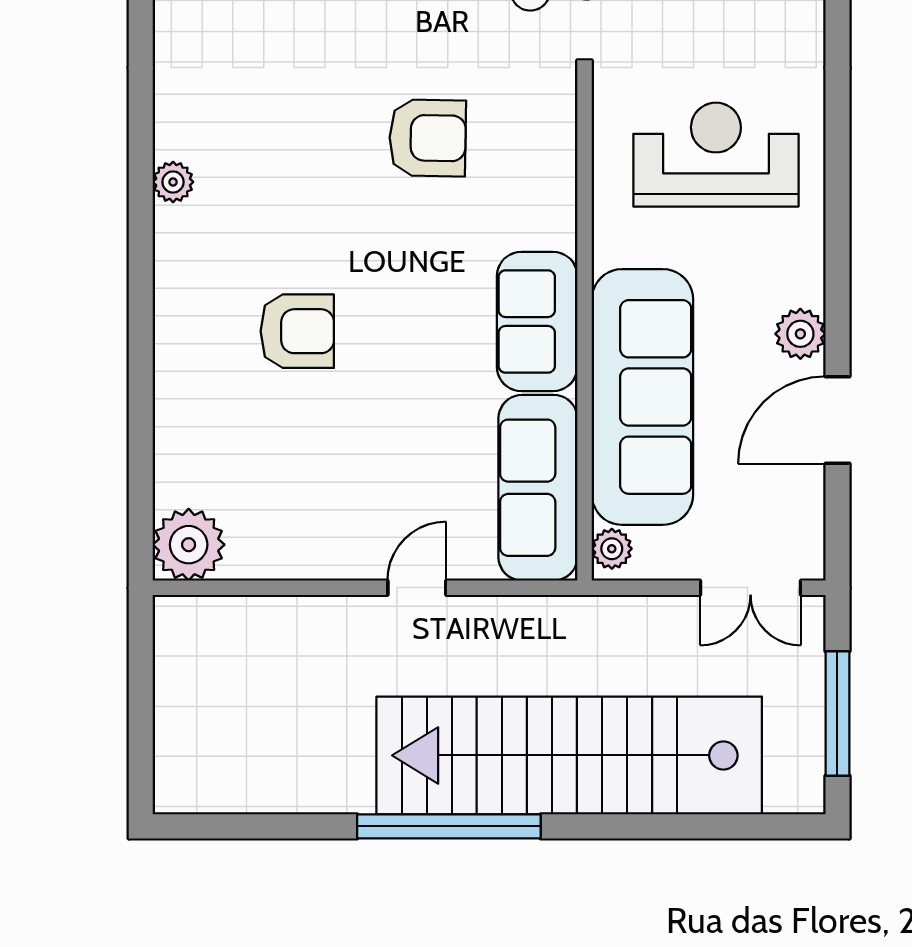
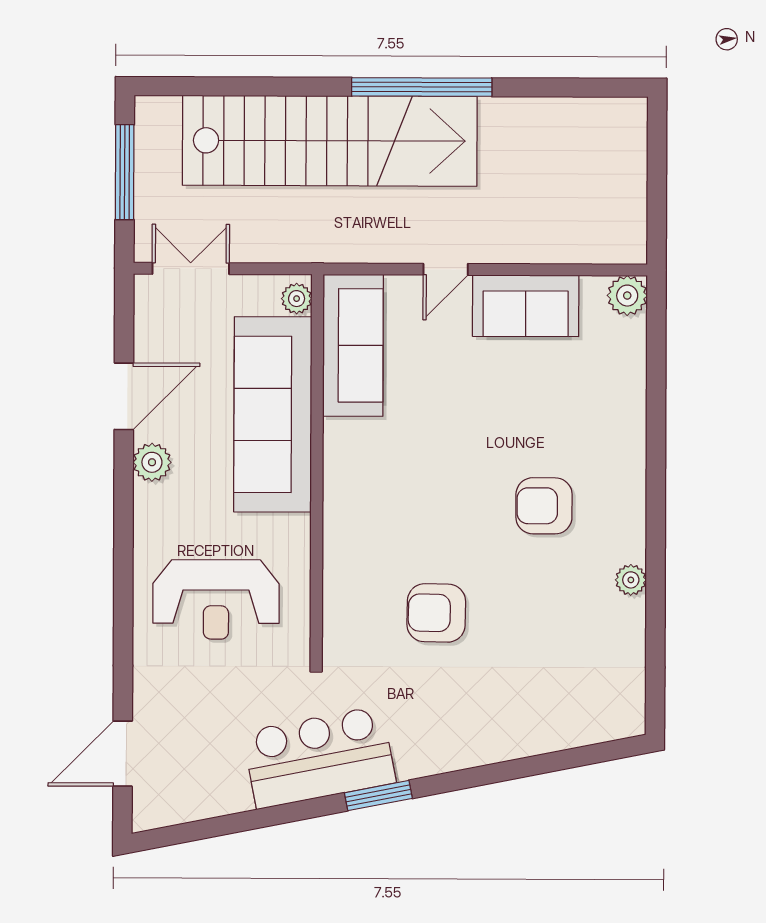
sofa: (537, 321) -> (526, 306), moved, turned 90
armchair: (297, 331) -> (544, 506), moved
plant: (189, 545) -> (627, 296), width x0.73, depth x0.73

